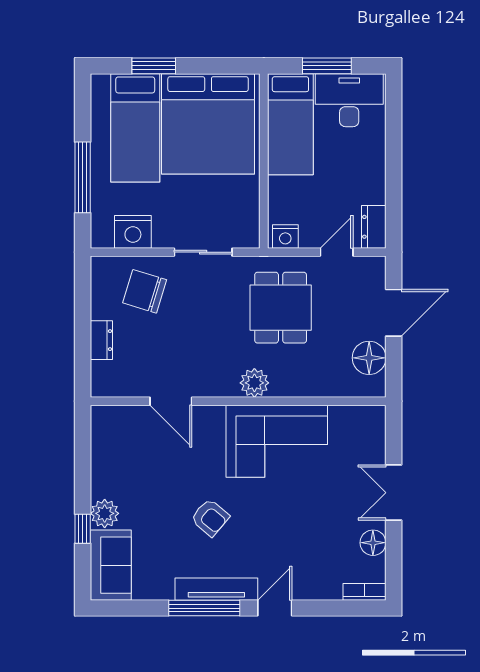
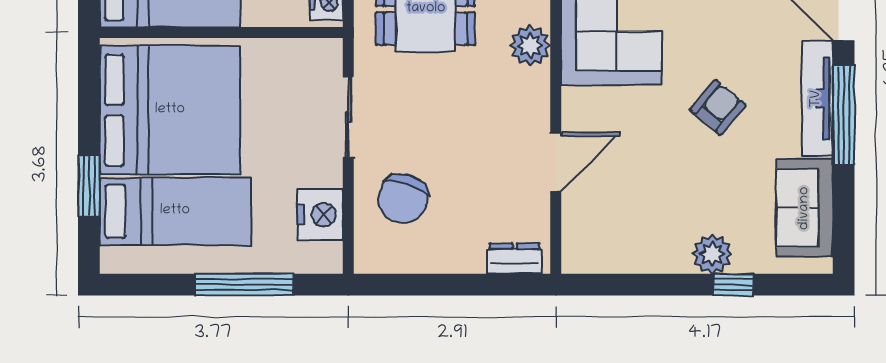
dresser: (101, 340) -> (514, 259), moved
sofa: (111, 565) -> (805, 208), moved, turned -90

